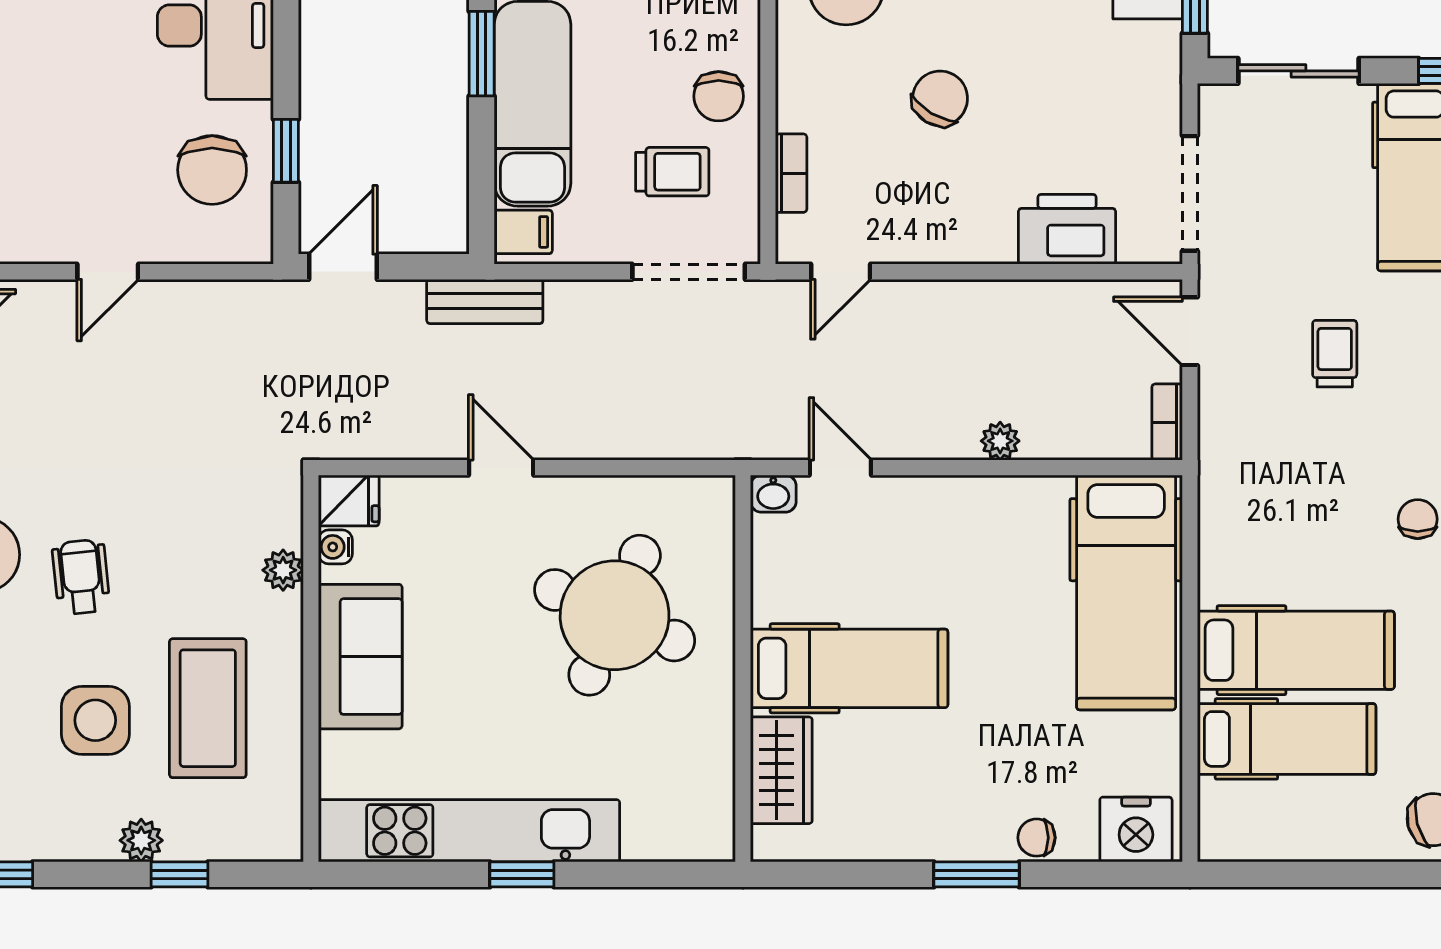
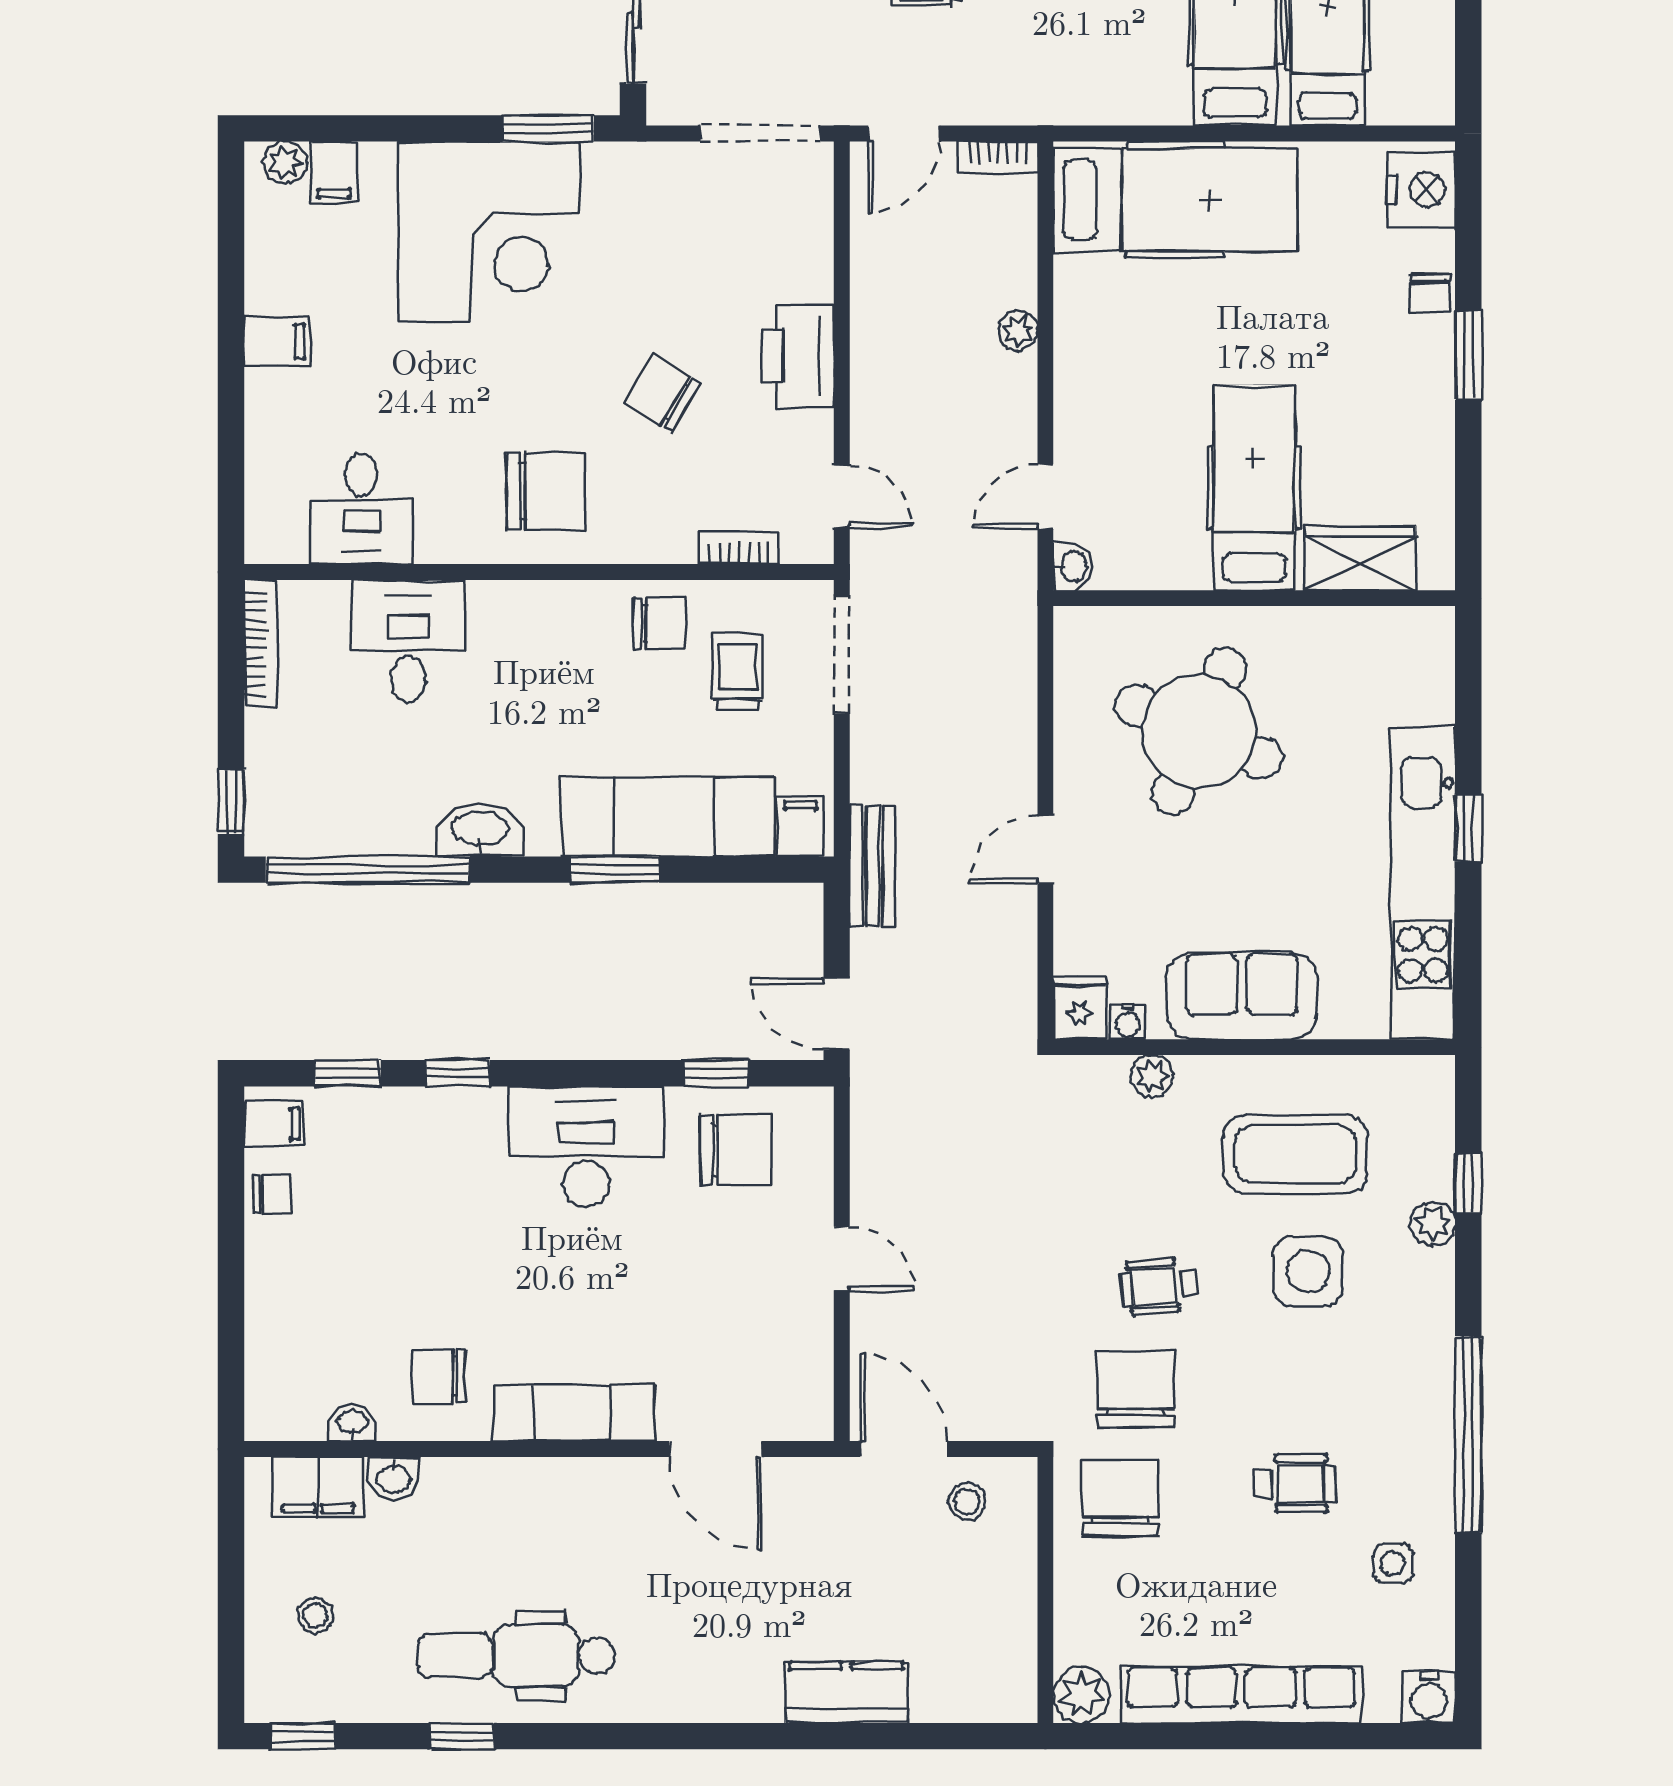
printer: (1067, 229) -> (798, 356), moved

